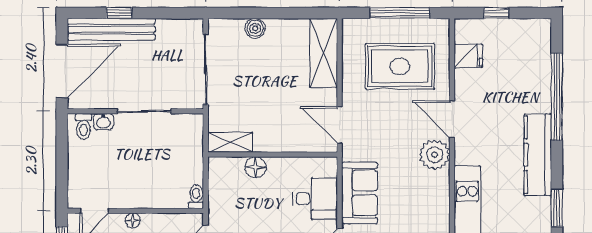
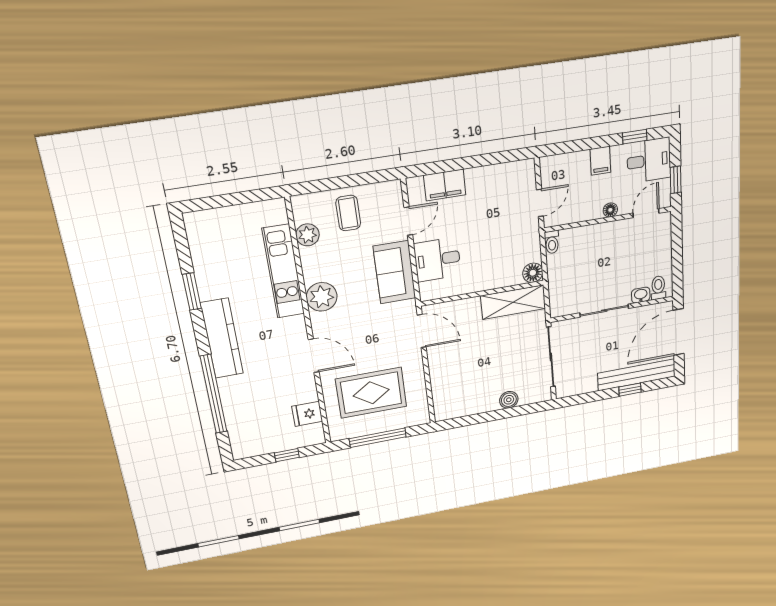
shelving: (324, 53) -> (444, 391), removed
shelving: (230, 142) -> (513, 302), width x1.50, depth x1.33
plant: (435, 155) -> (322, 297), moved
floor lamp: (256, 167) -> (533, 273), moved

